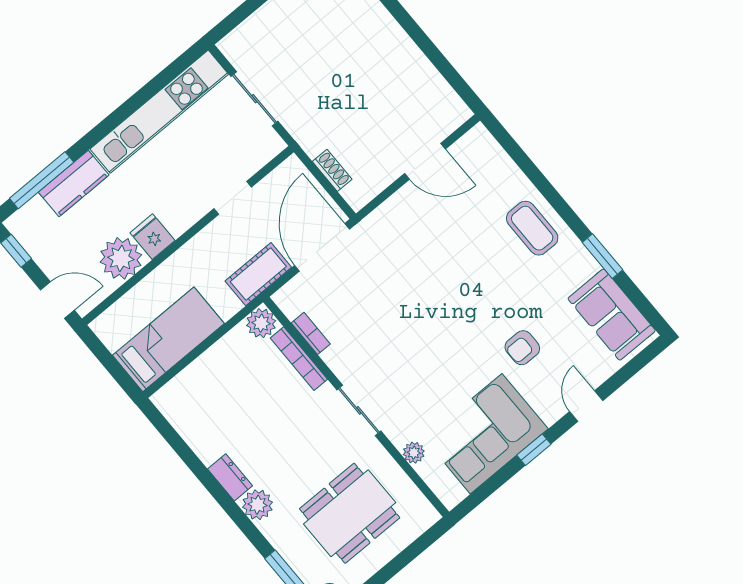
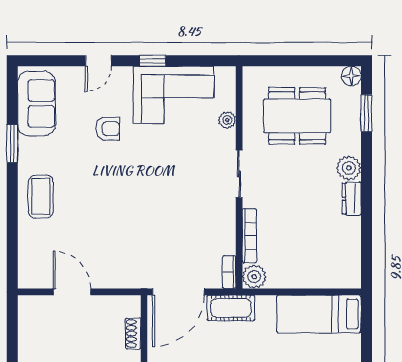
bookcase: (311, 333) -> (229, 272), moved

